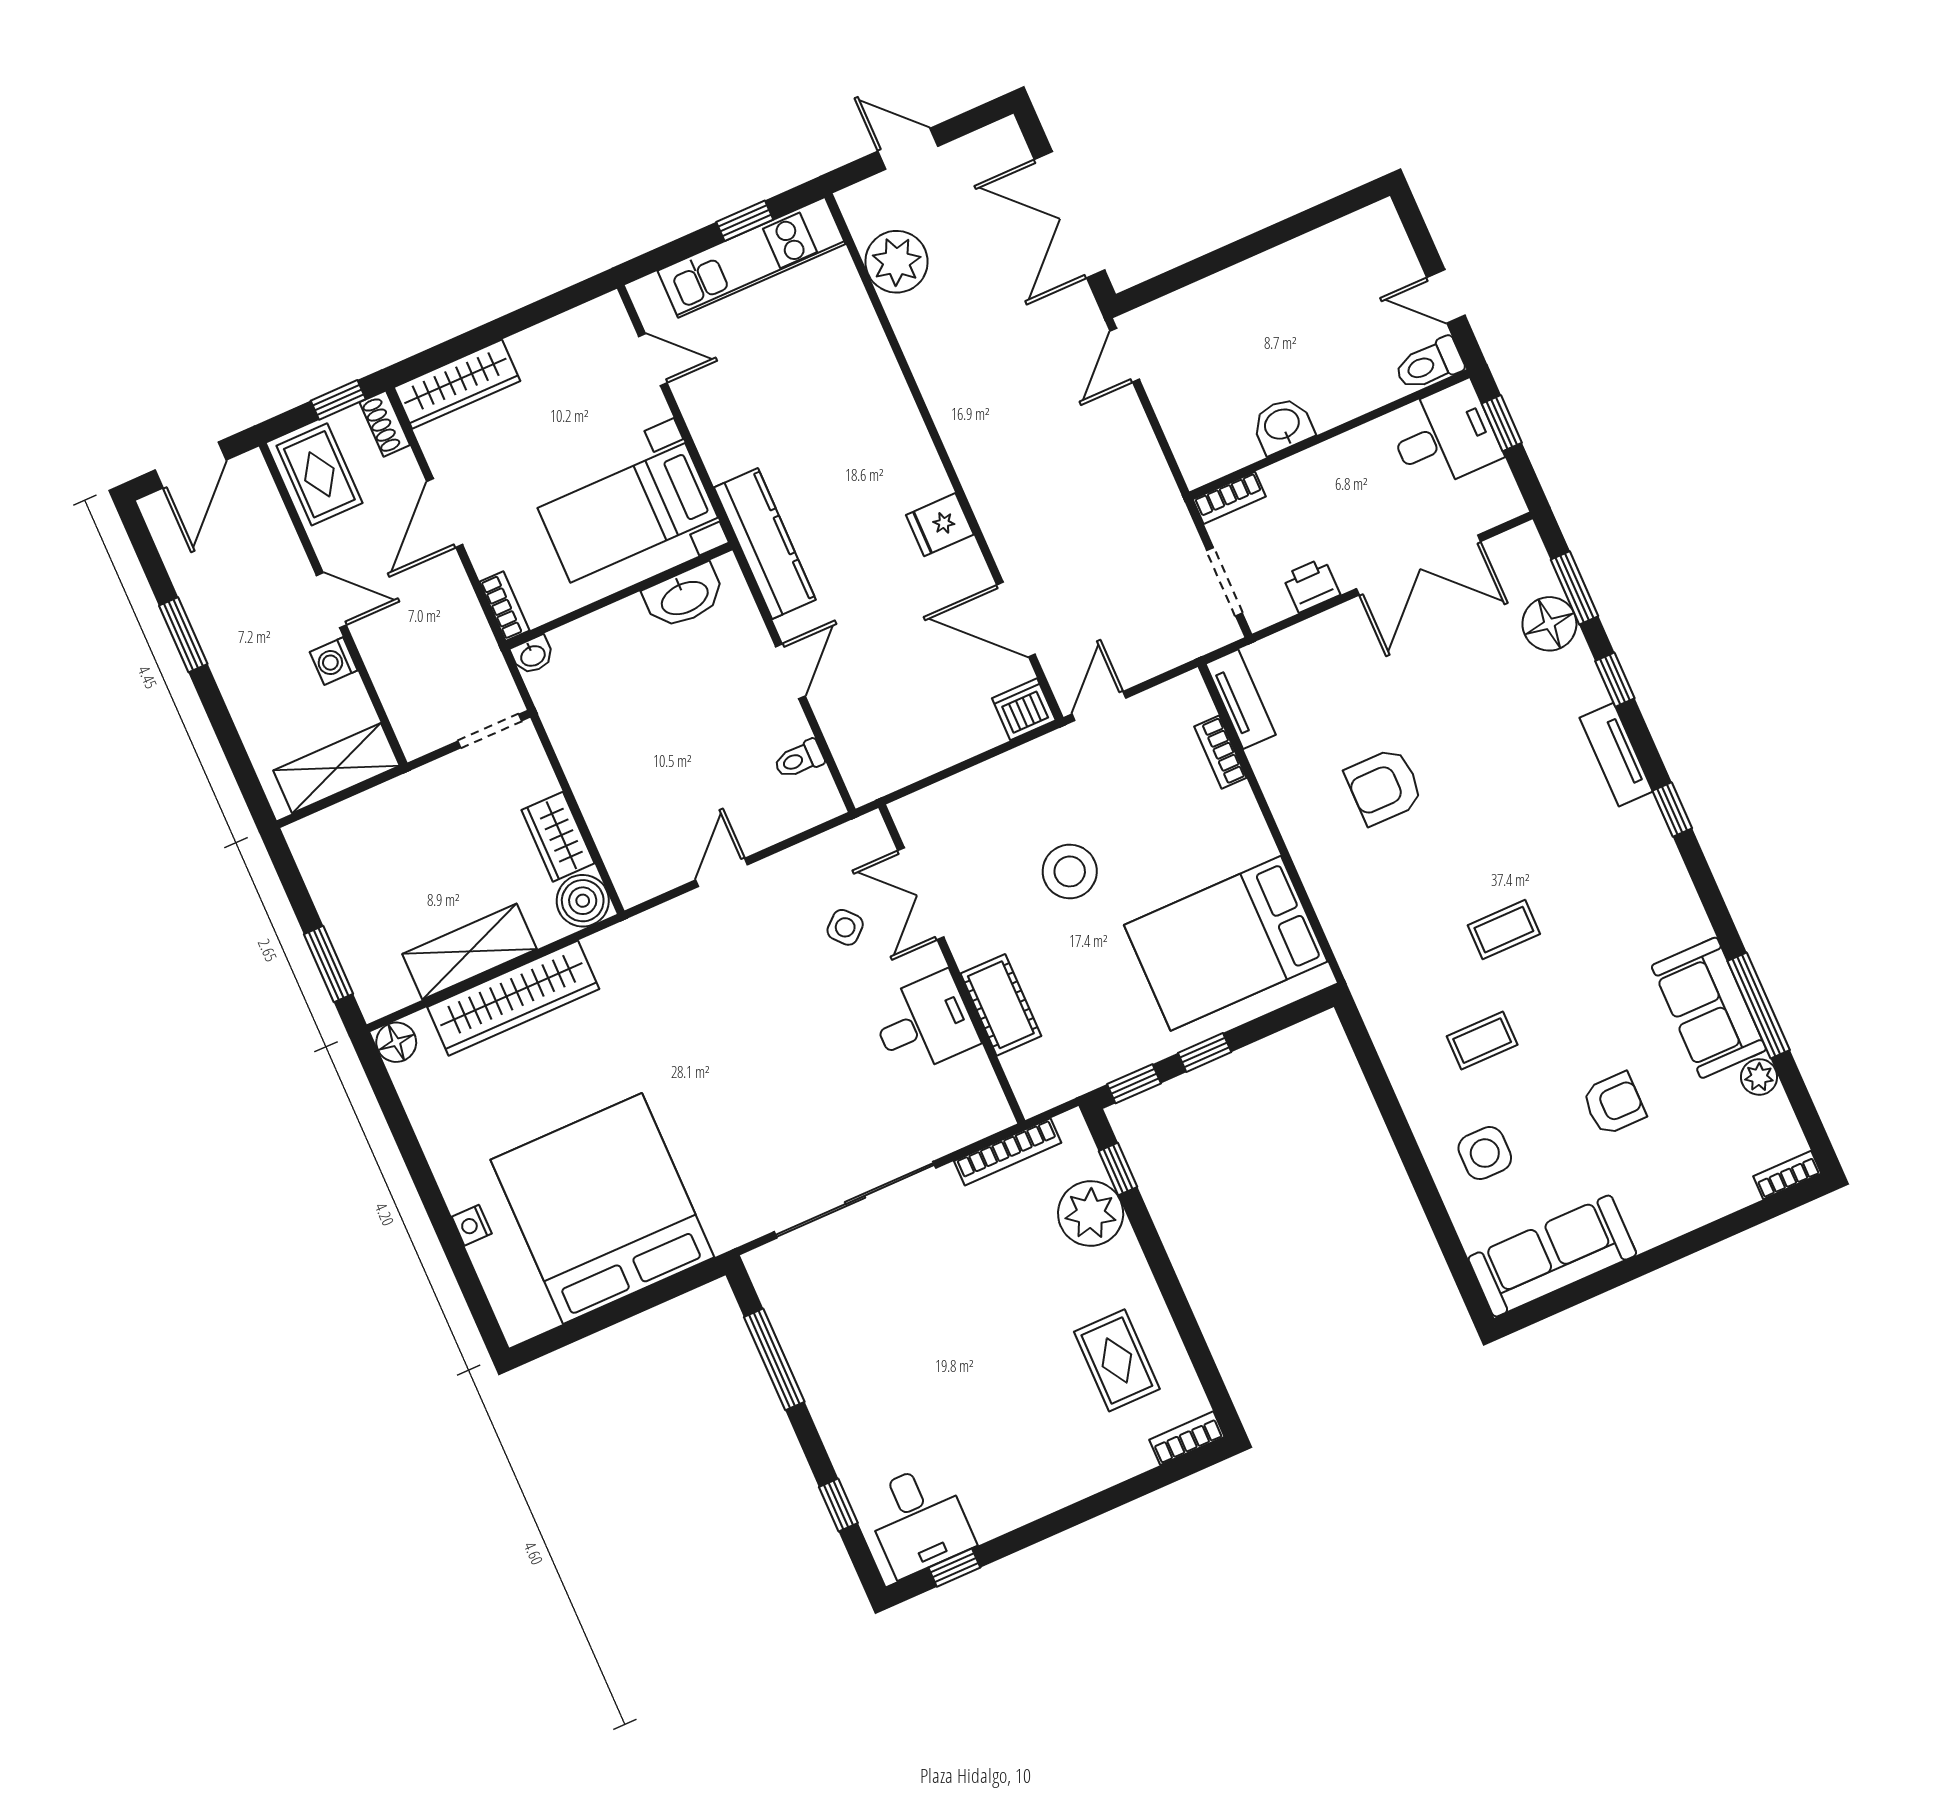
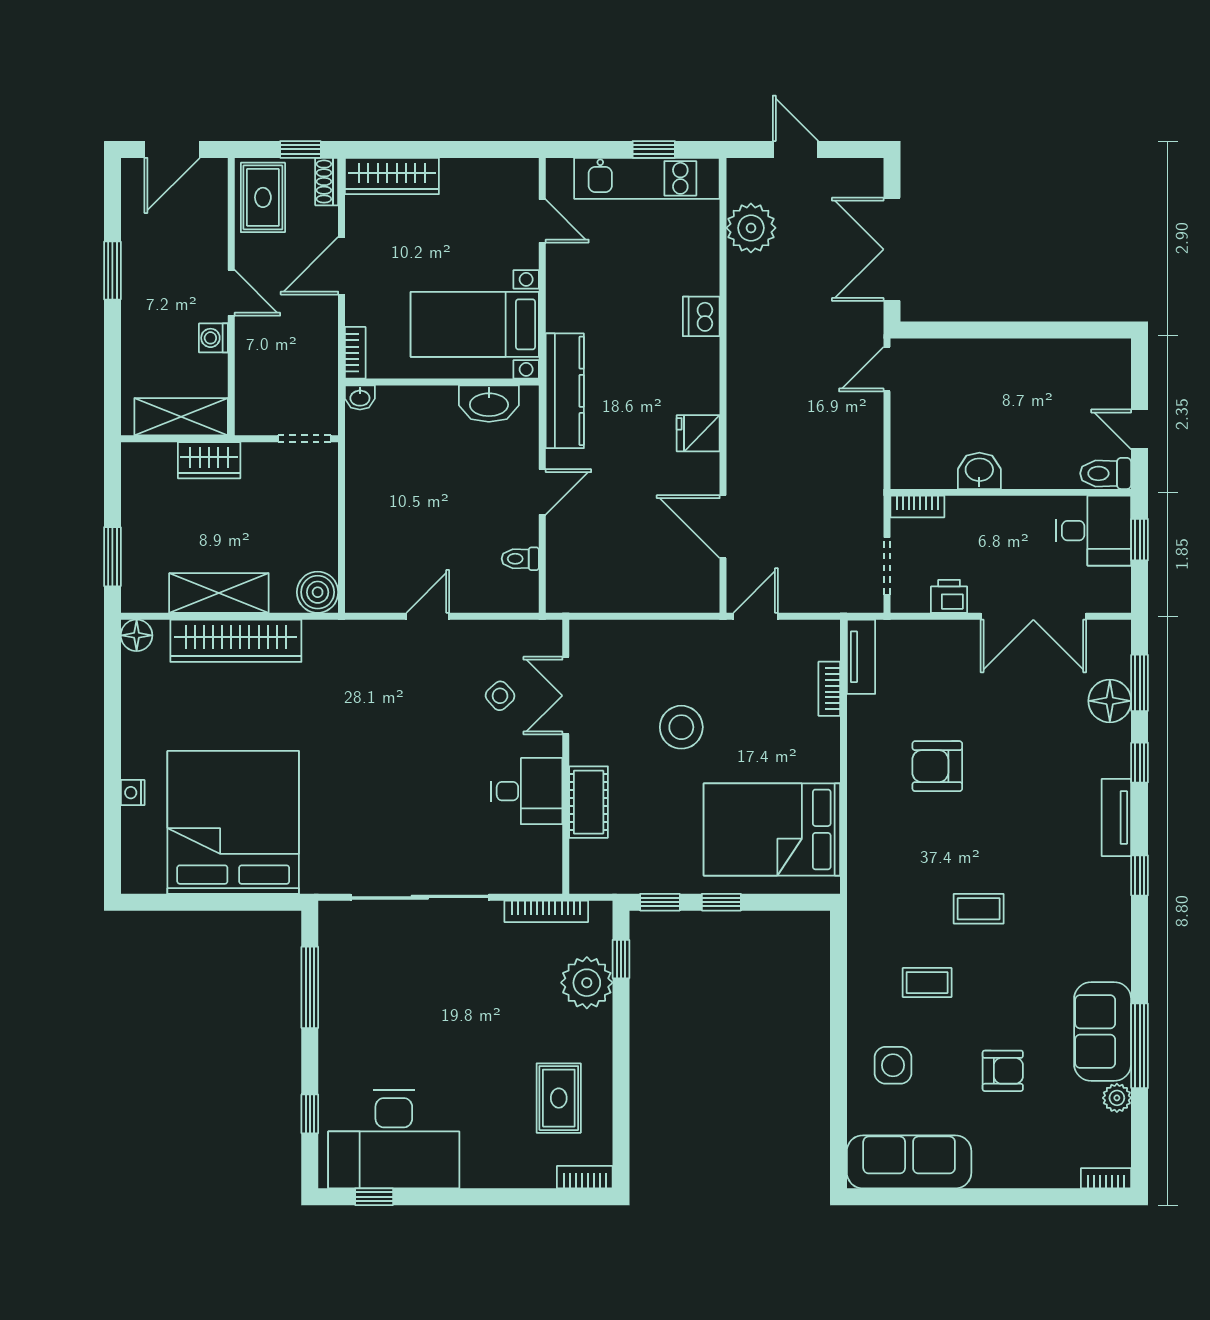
dishwasher: (1024, 709) -> (701, 316), moved, turned -90
wardrobe: (558, 837) -> (209, 460), moved, turned -90
desk: (919, 1520) -> (394, 1139), width x1.87, depth x1.30

